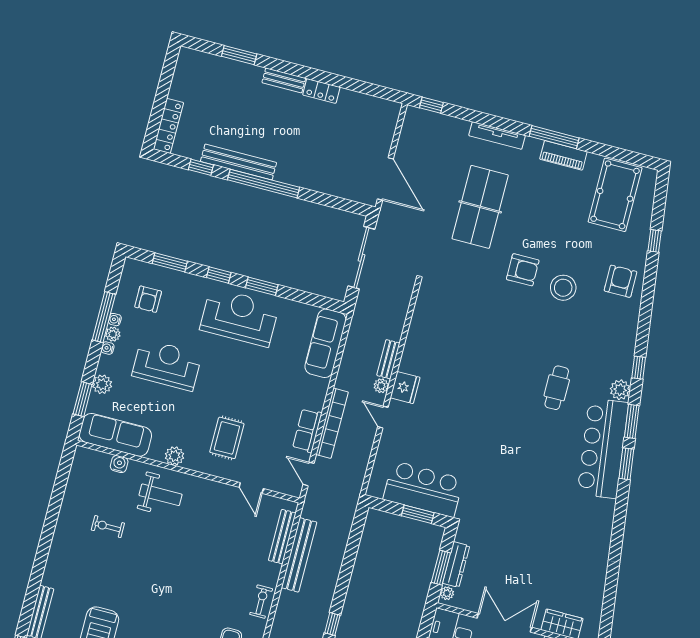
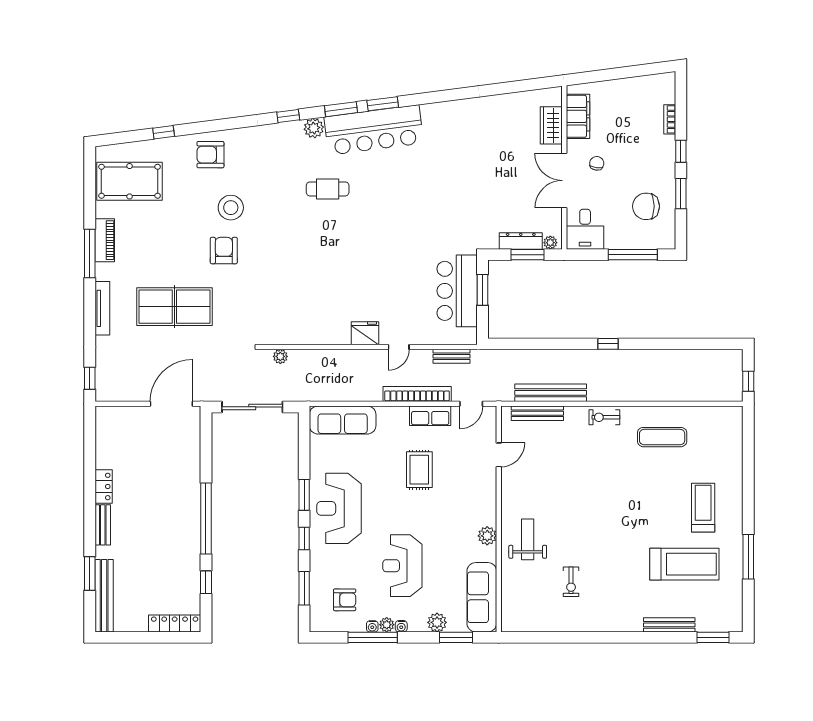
bench: (239, 162) -> (104, 596), moved
bench: (388, 359) -> (452, 356), moved
plant: (381, 386) -> (280, 356), moved
rug: (227, 438) -> (419, 470), moved, turned 90
water cooler: (119, 464) -> (509, 586), removed

